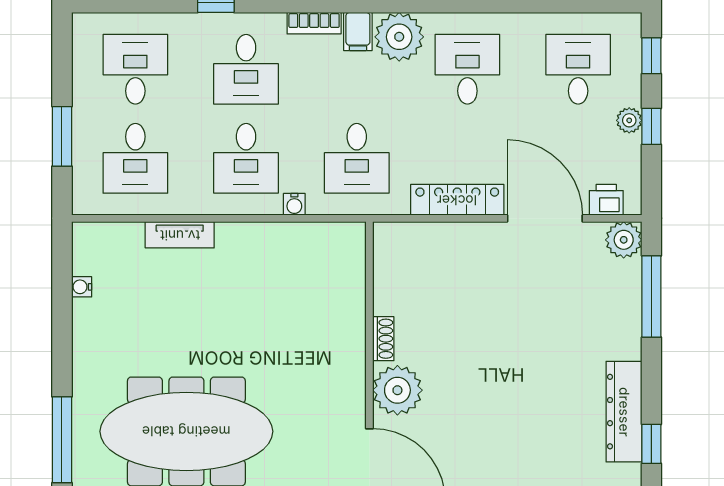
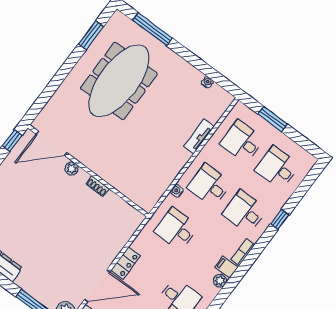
plant: (399, 37) -> (220, 281), width x0.53, depth x0.53
desk: (135, 69) -> (277, 168), turned 180
locker: (457, 200) -> (126, 263), width x0.66
plant: (397, 390) -> (72, 169), width x0.53, depth x0.53

